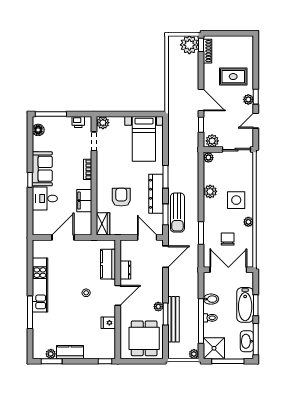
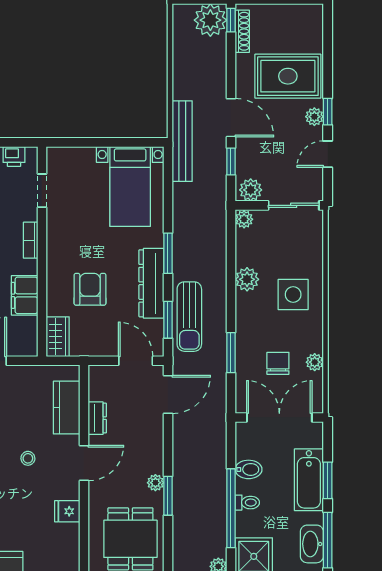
rug: (233, 77) -> (288, 76), width x1.36, depth x1.43
plant: (103, 123) -> (57, 158), removed
plant: (248, 222) -> (315, 362), moved
bench: (173, 319) -> (182, 141), moved

